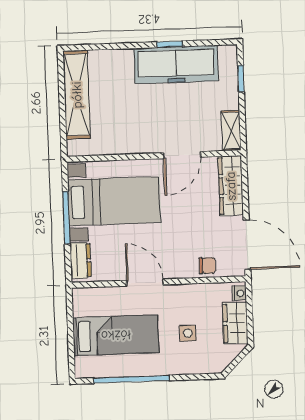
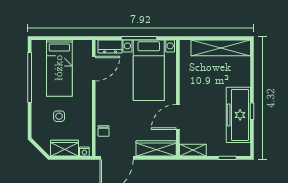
door: (182, 155) -> (178, 117), hinge flipped
door: (145, 283) -> (94, 69), moved

